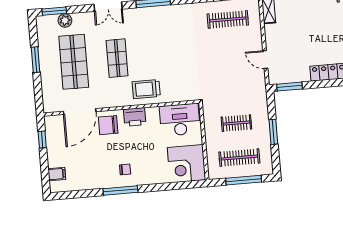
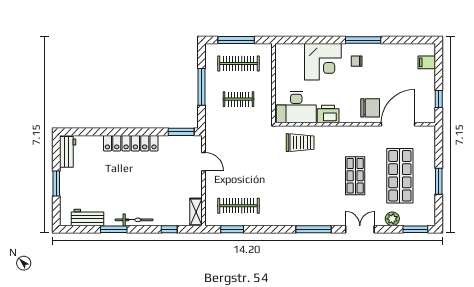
plant: (65, 20) -> (392, 219), moved
trolley: (146, 89) -> (300, 143), moved
printer: (135, 117) -> (328, 114), moved
window: (273, 132) -> (202, 87), width x1.44
corner desk: (186, 164) -> (323, 62), moved, turned 90

